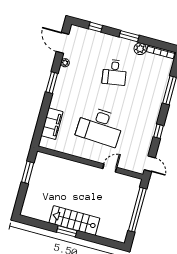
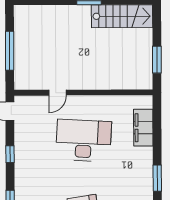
window: (137, 210) -> (10, 51), width x0.68
stairs: (74, 220) -> (122, 16), moved

